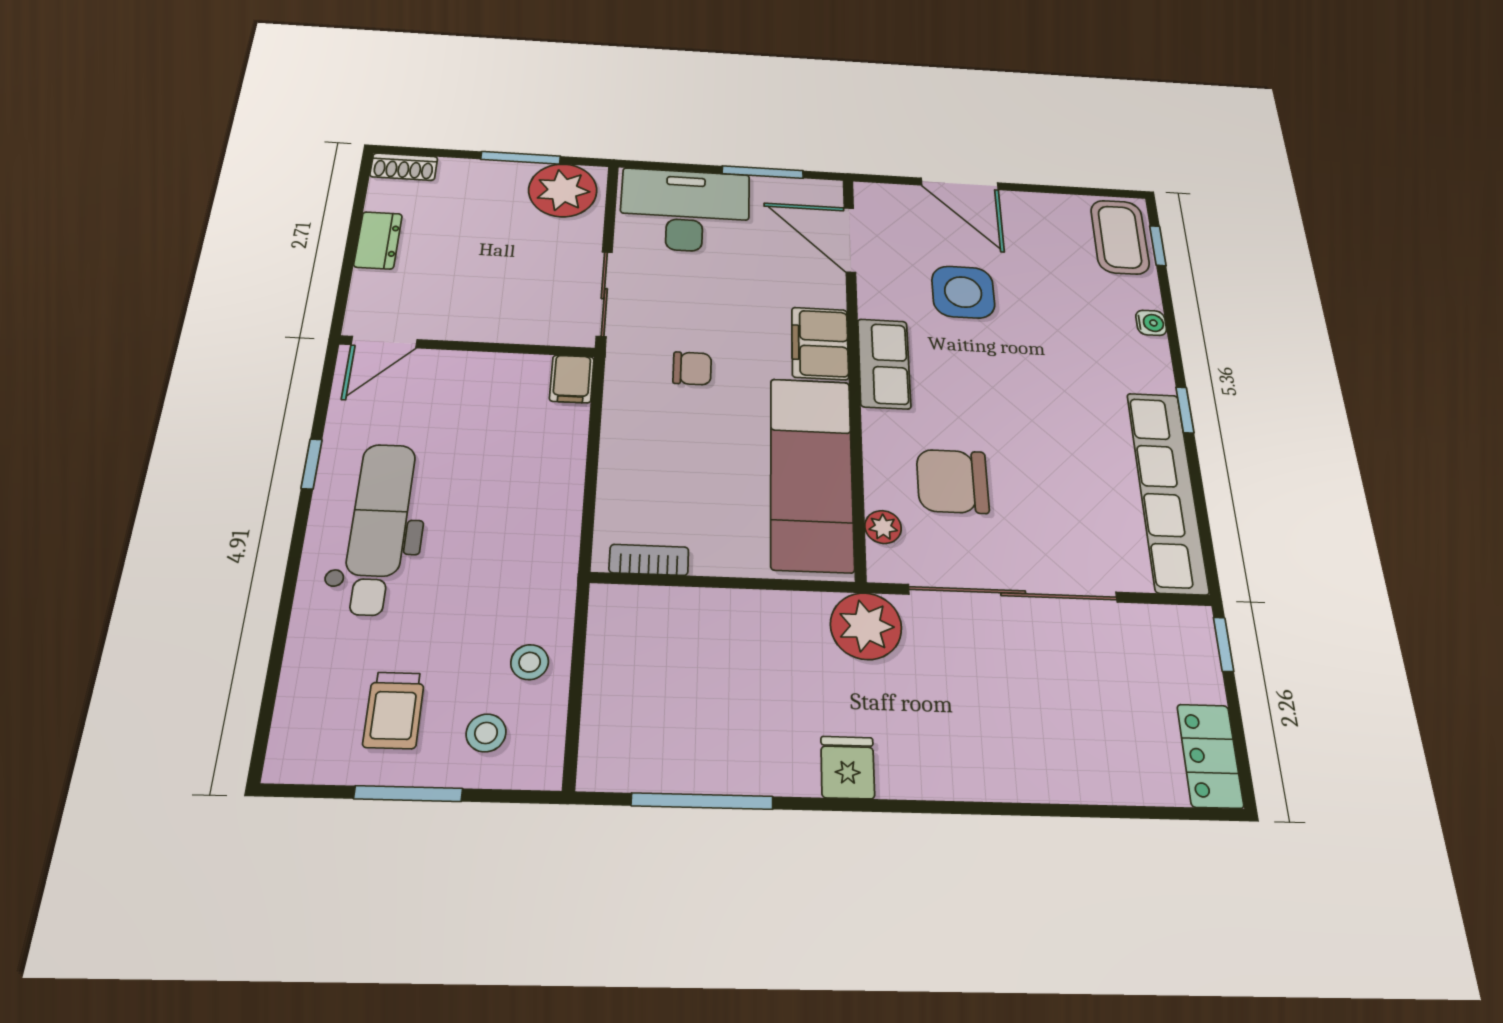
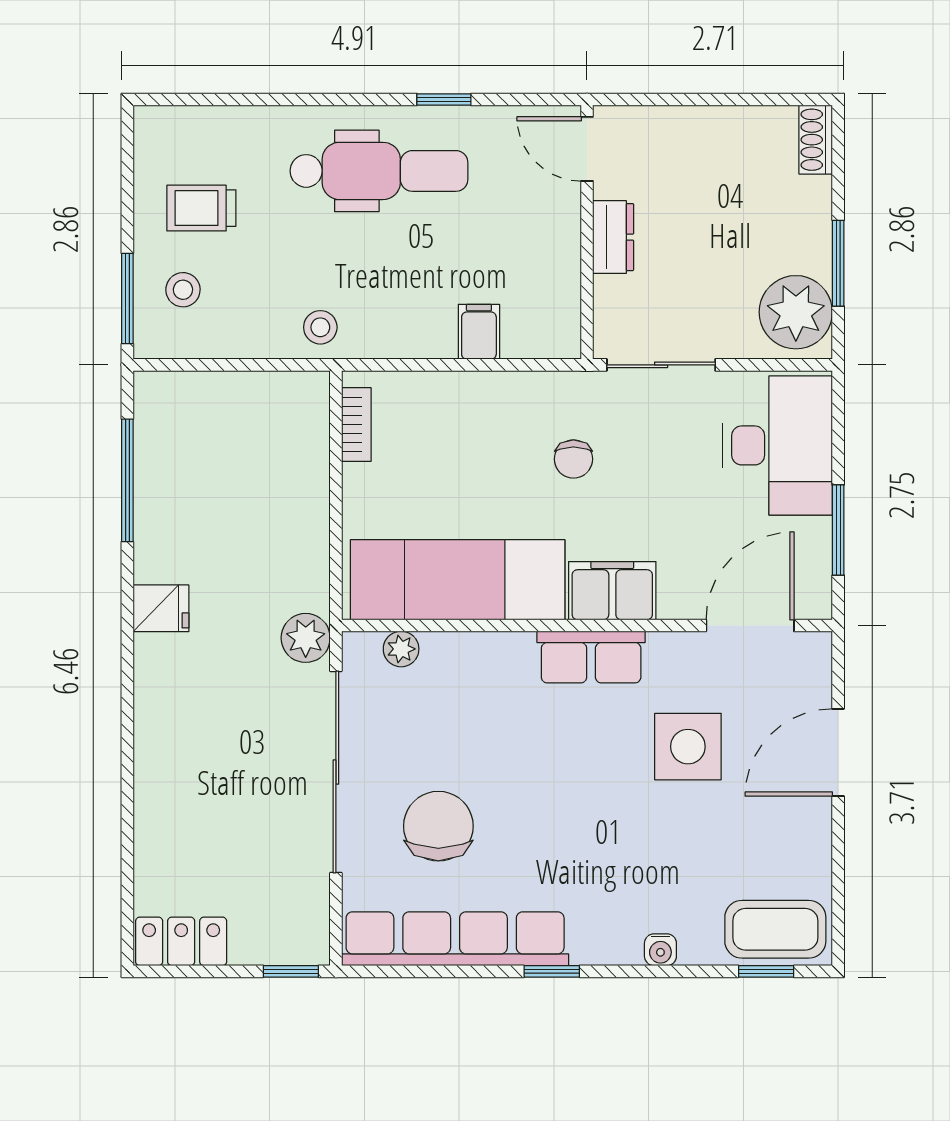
dresser: (378, 240) -> (613, 237), moved, turned -90
filing cabinet: (572, 379) -> (479, 332), moved, turned 90
chair: (953, 481) -> (438, 826), moved
plant: (866, 626) -> (306, 638), width x0.73, depth x0.73
stool: (530, 662) -> (320, 327), moved
window: (408, 794) -> (127, 299), moved

